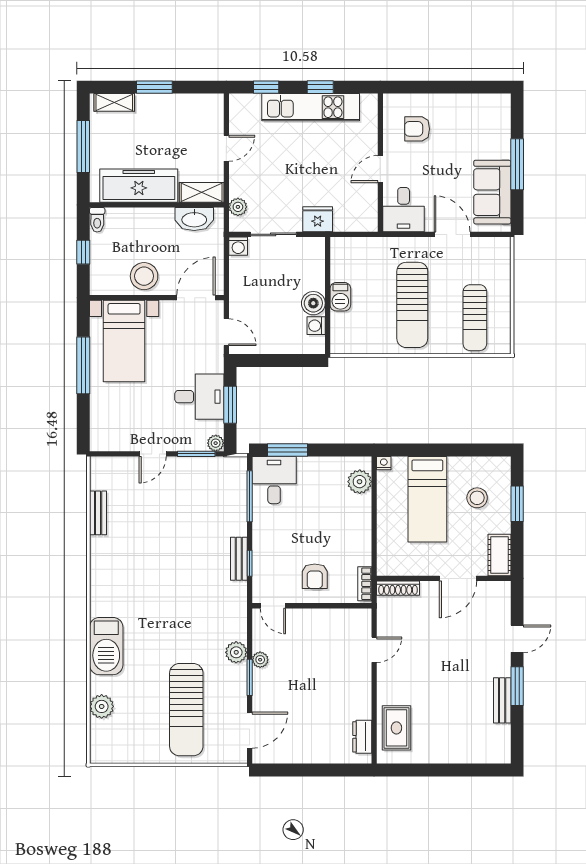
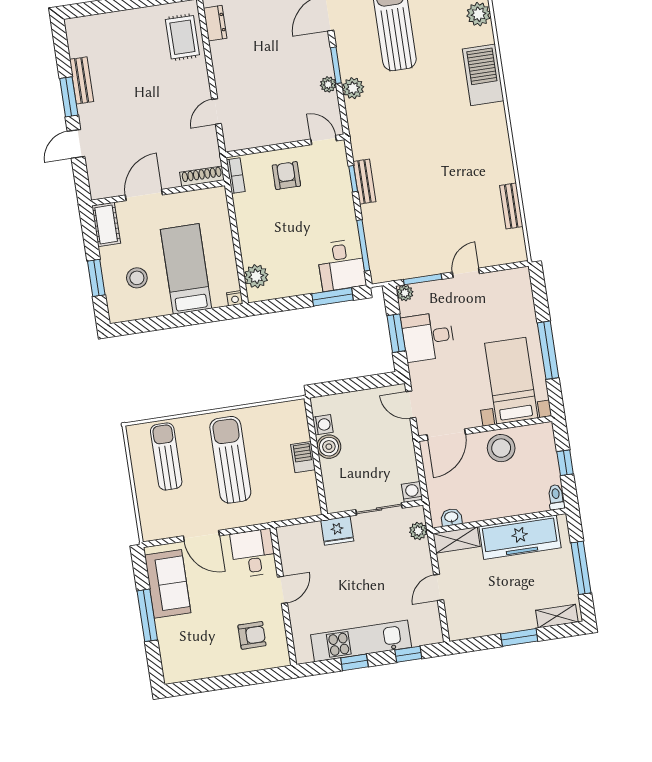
washbasin: (194, 219) -> (451, 517), width x0.52, depth x0.69

